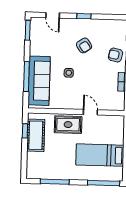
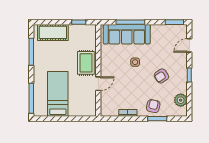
plant: (110, 26) -> (181, 100), added
cot: (36, 135) -> (53, 32), moved

